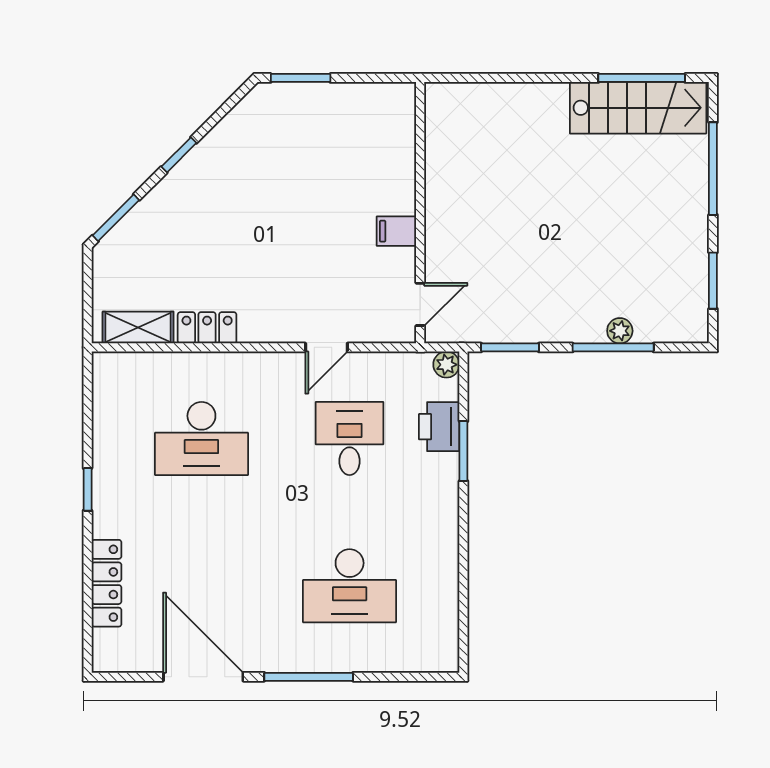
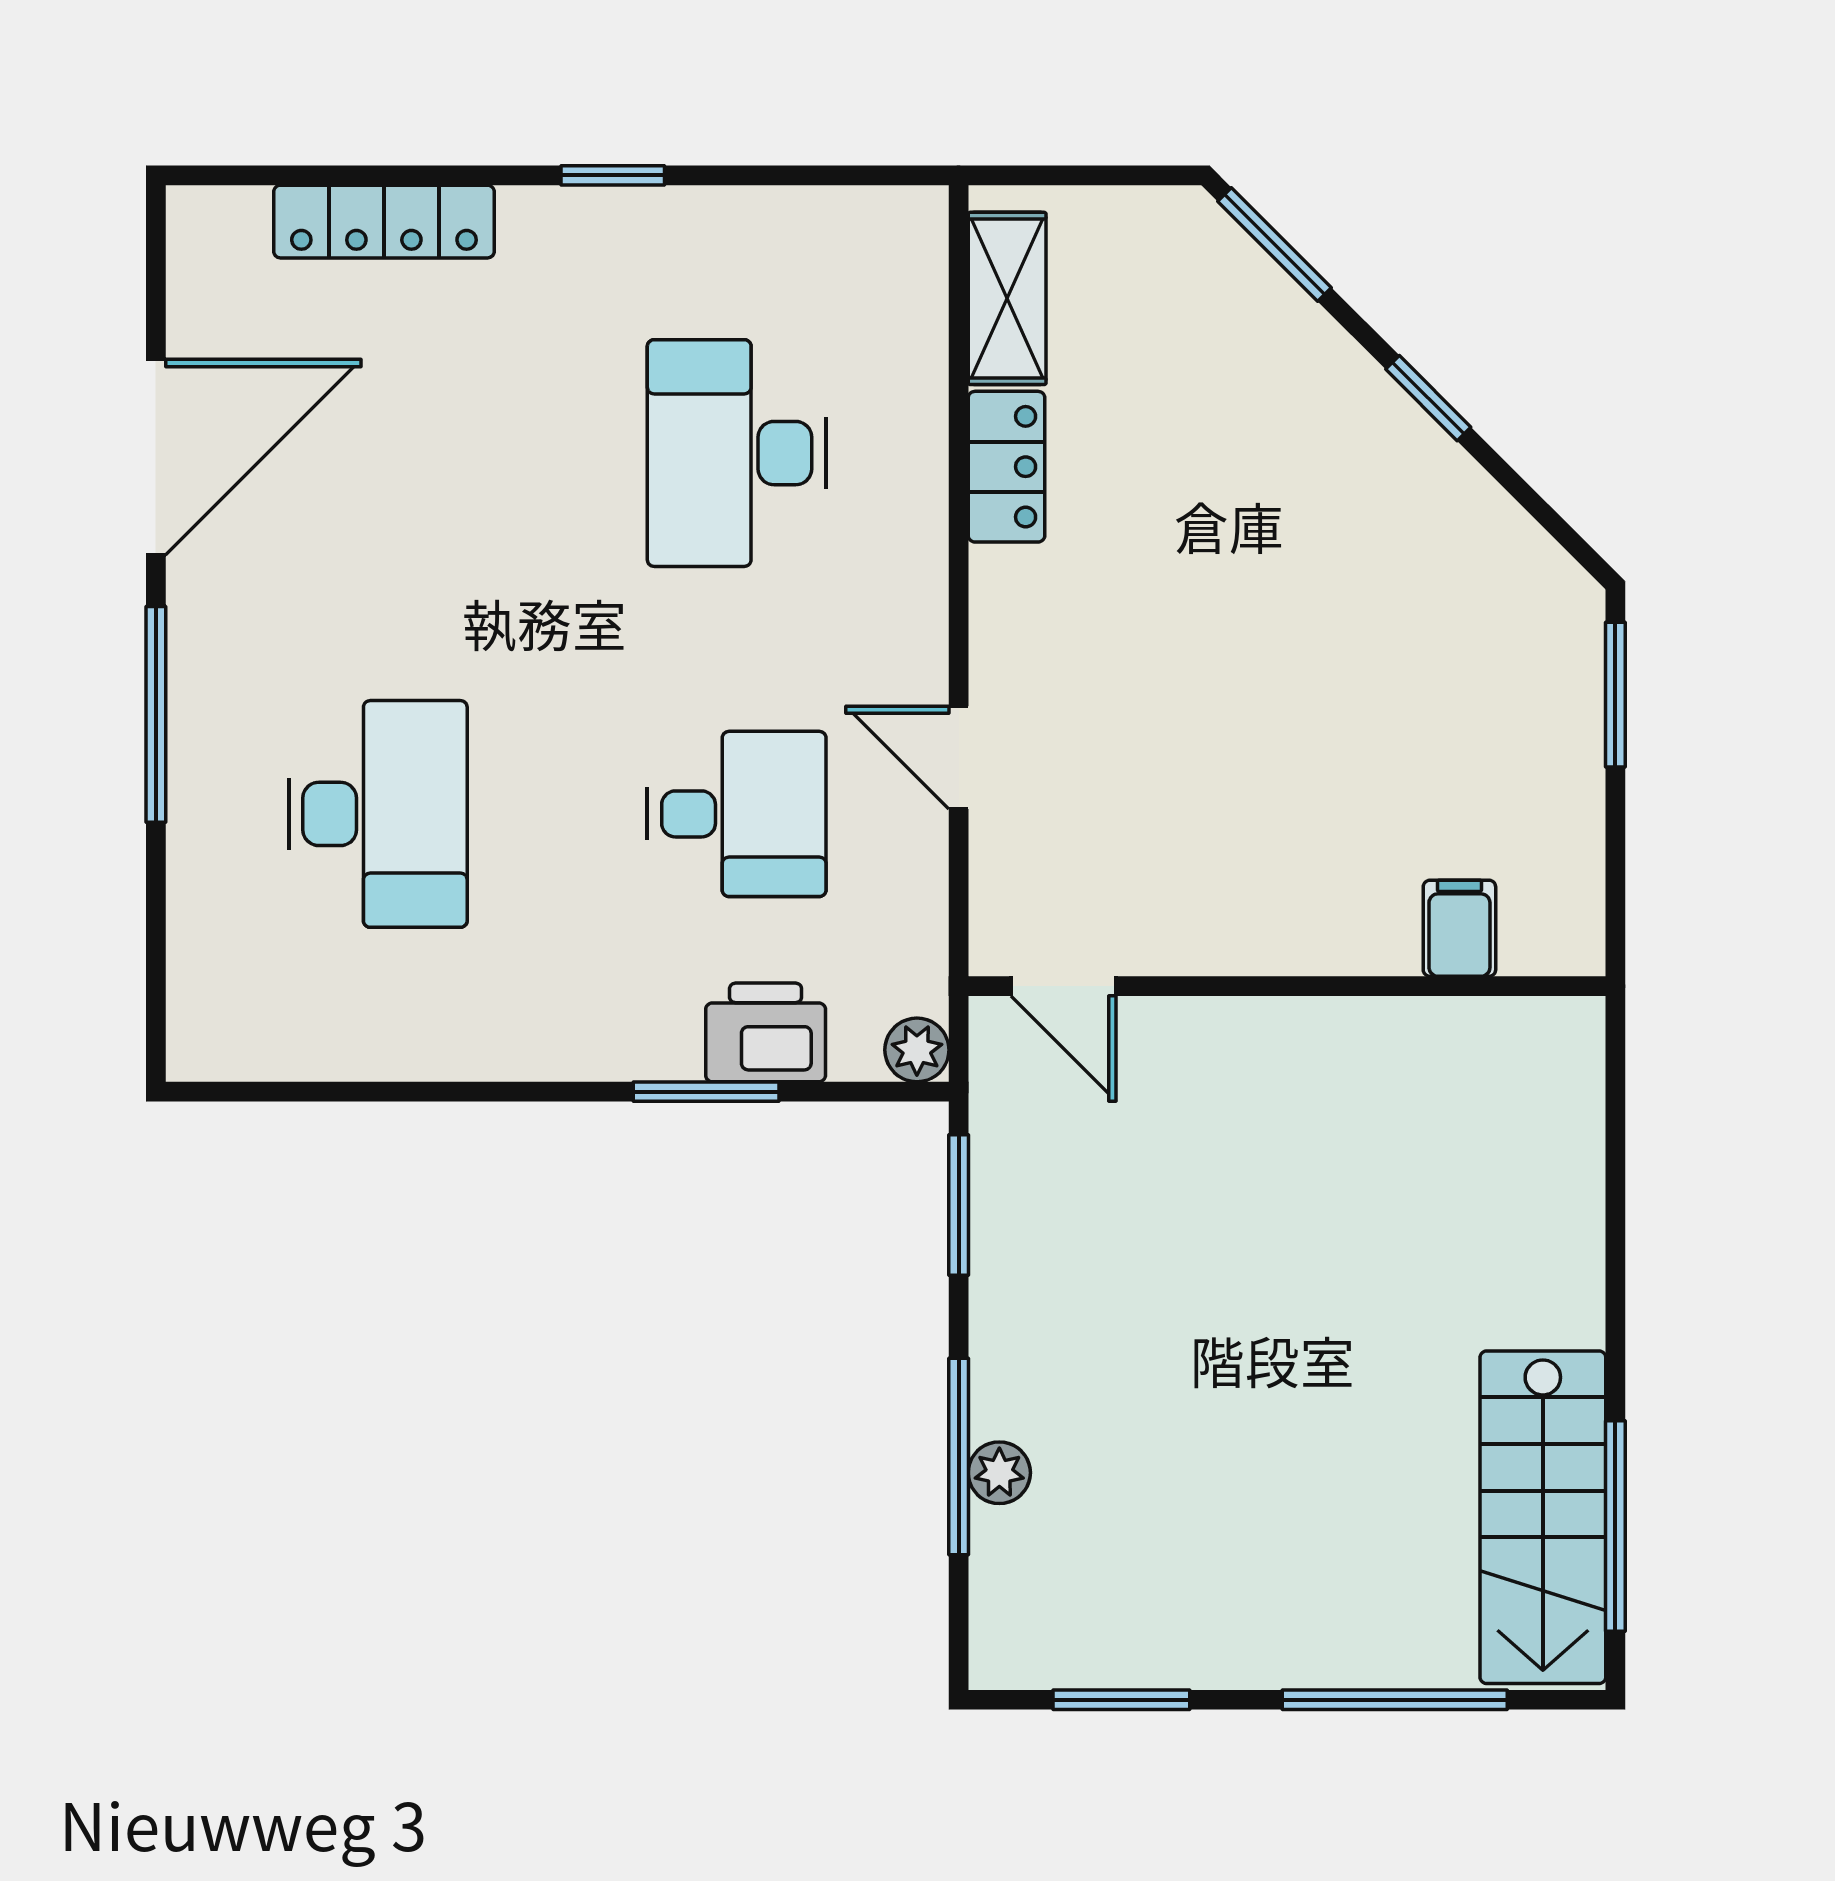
filing cabinet: (396, 231) -> (1459, 928), moved
desk: (350, 586) -> (378, 814), turned 180

